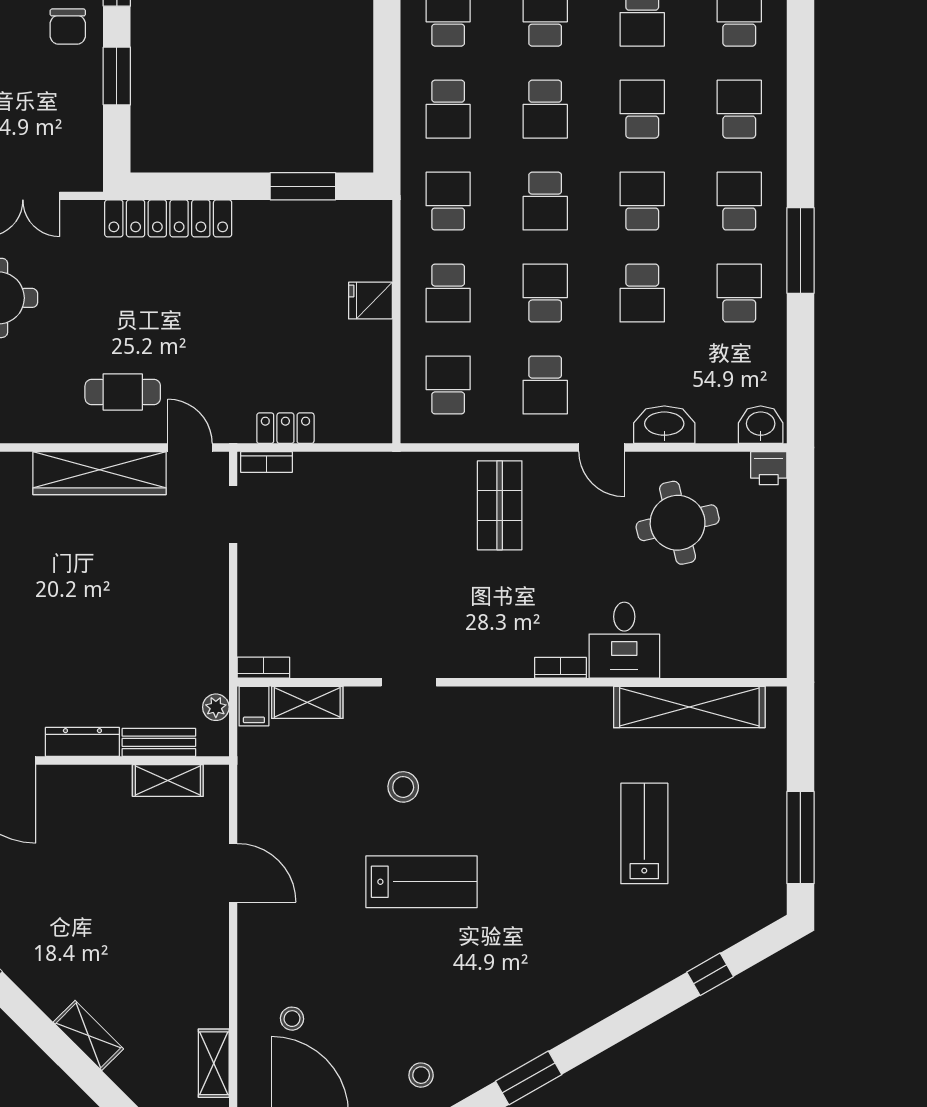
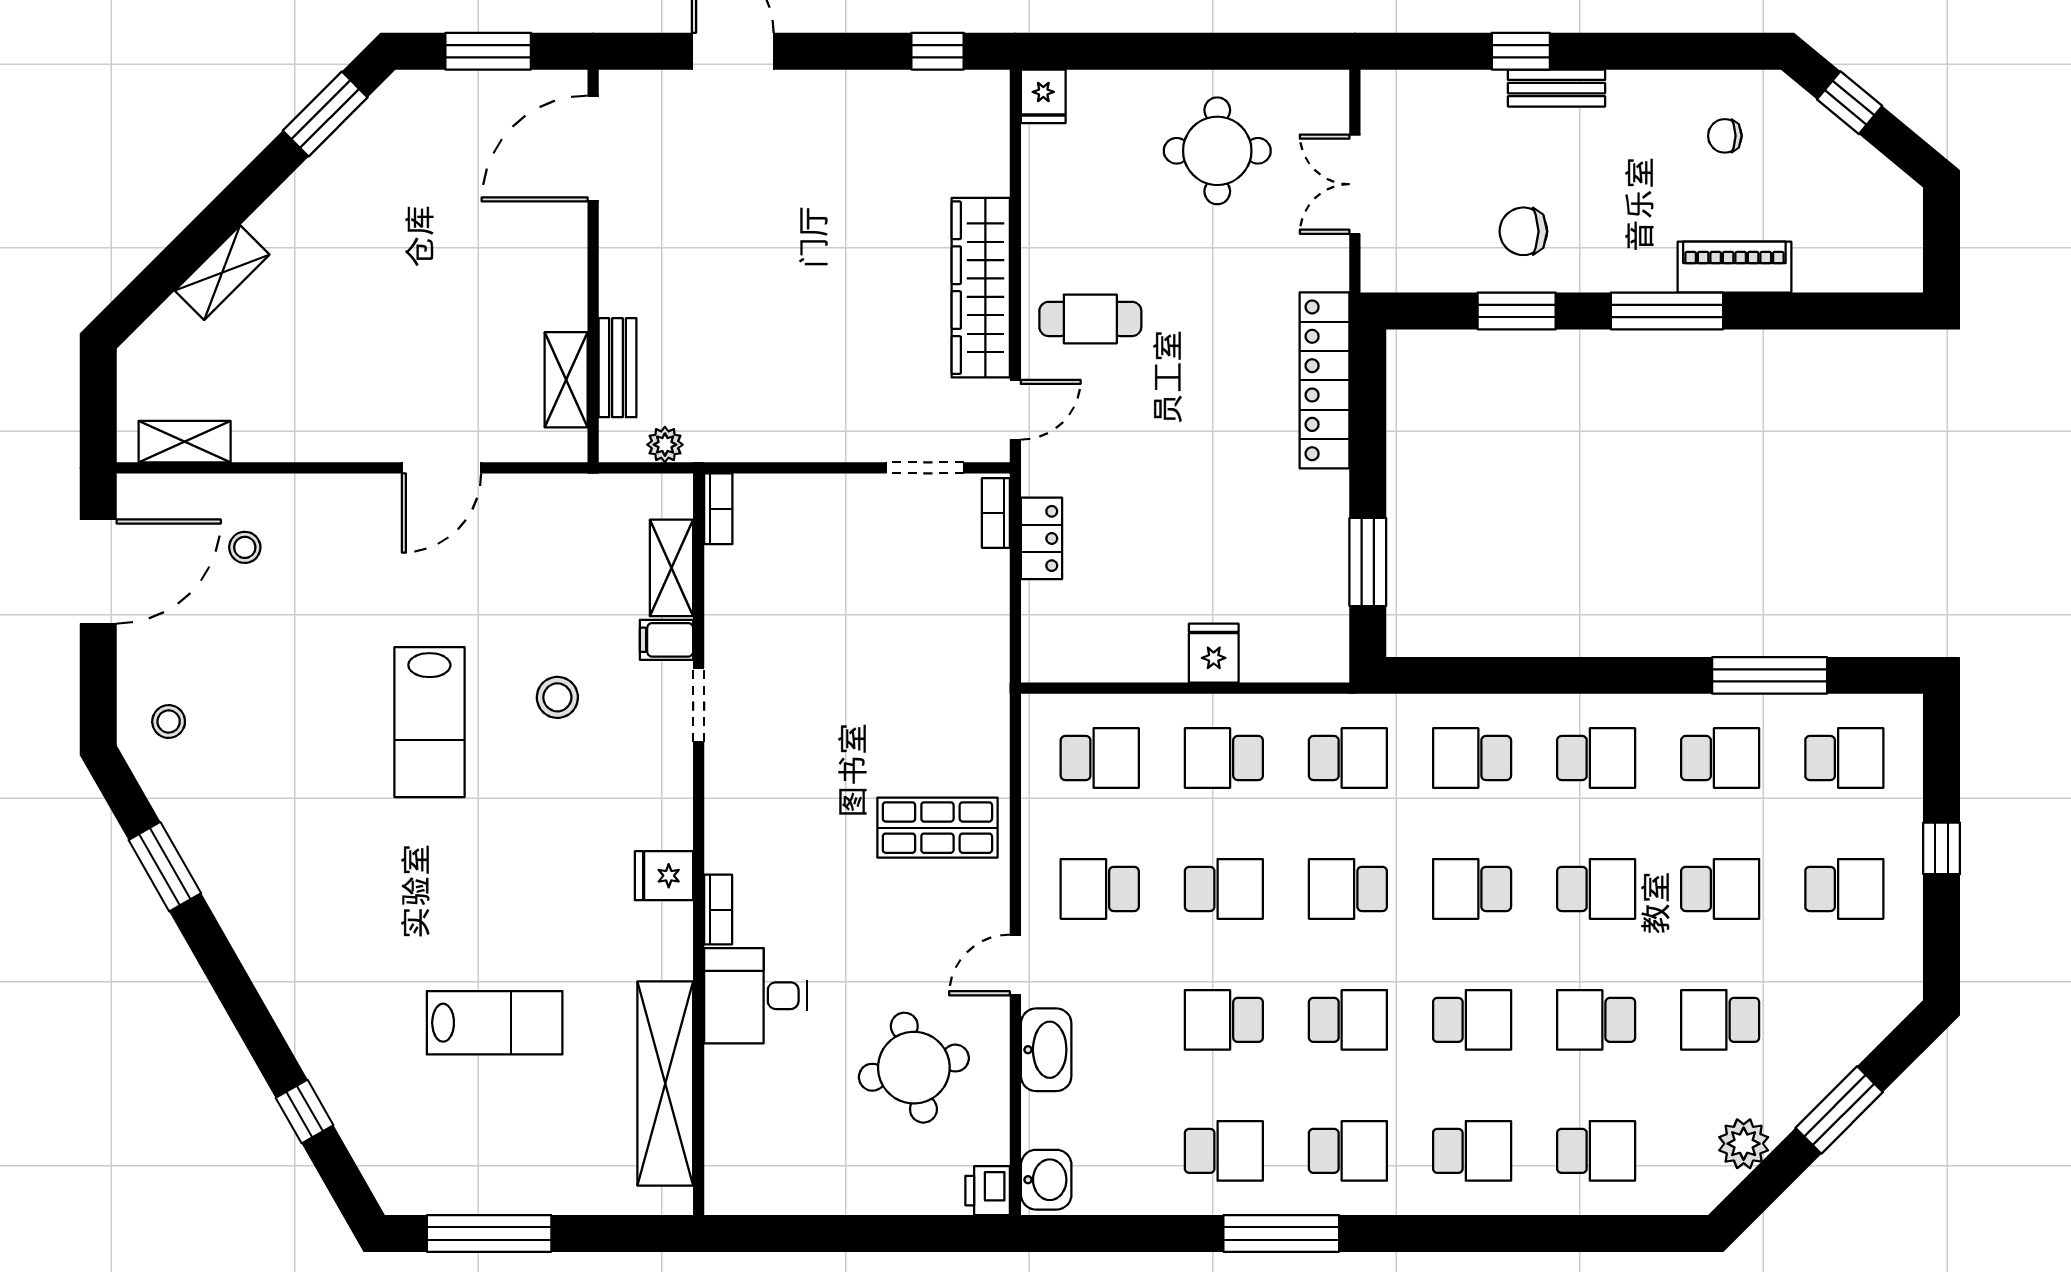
chair: (68, 27) -> (1523, 231), moved
cafe table: (123, 392) -> (1090, 319), turned 90
filing cabinet: (254, 706) -> (666, 640), moved
fridge: (535, 708) -> (664, 876), added
dresser: (82, 742) -> (618, 265), removed

